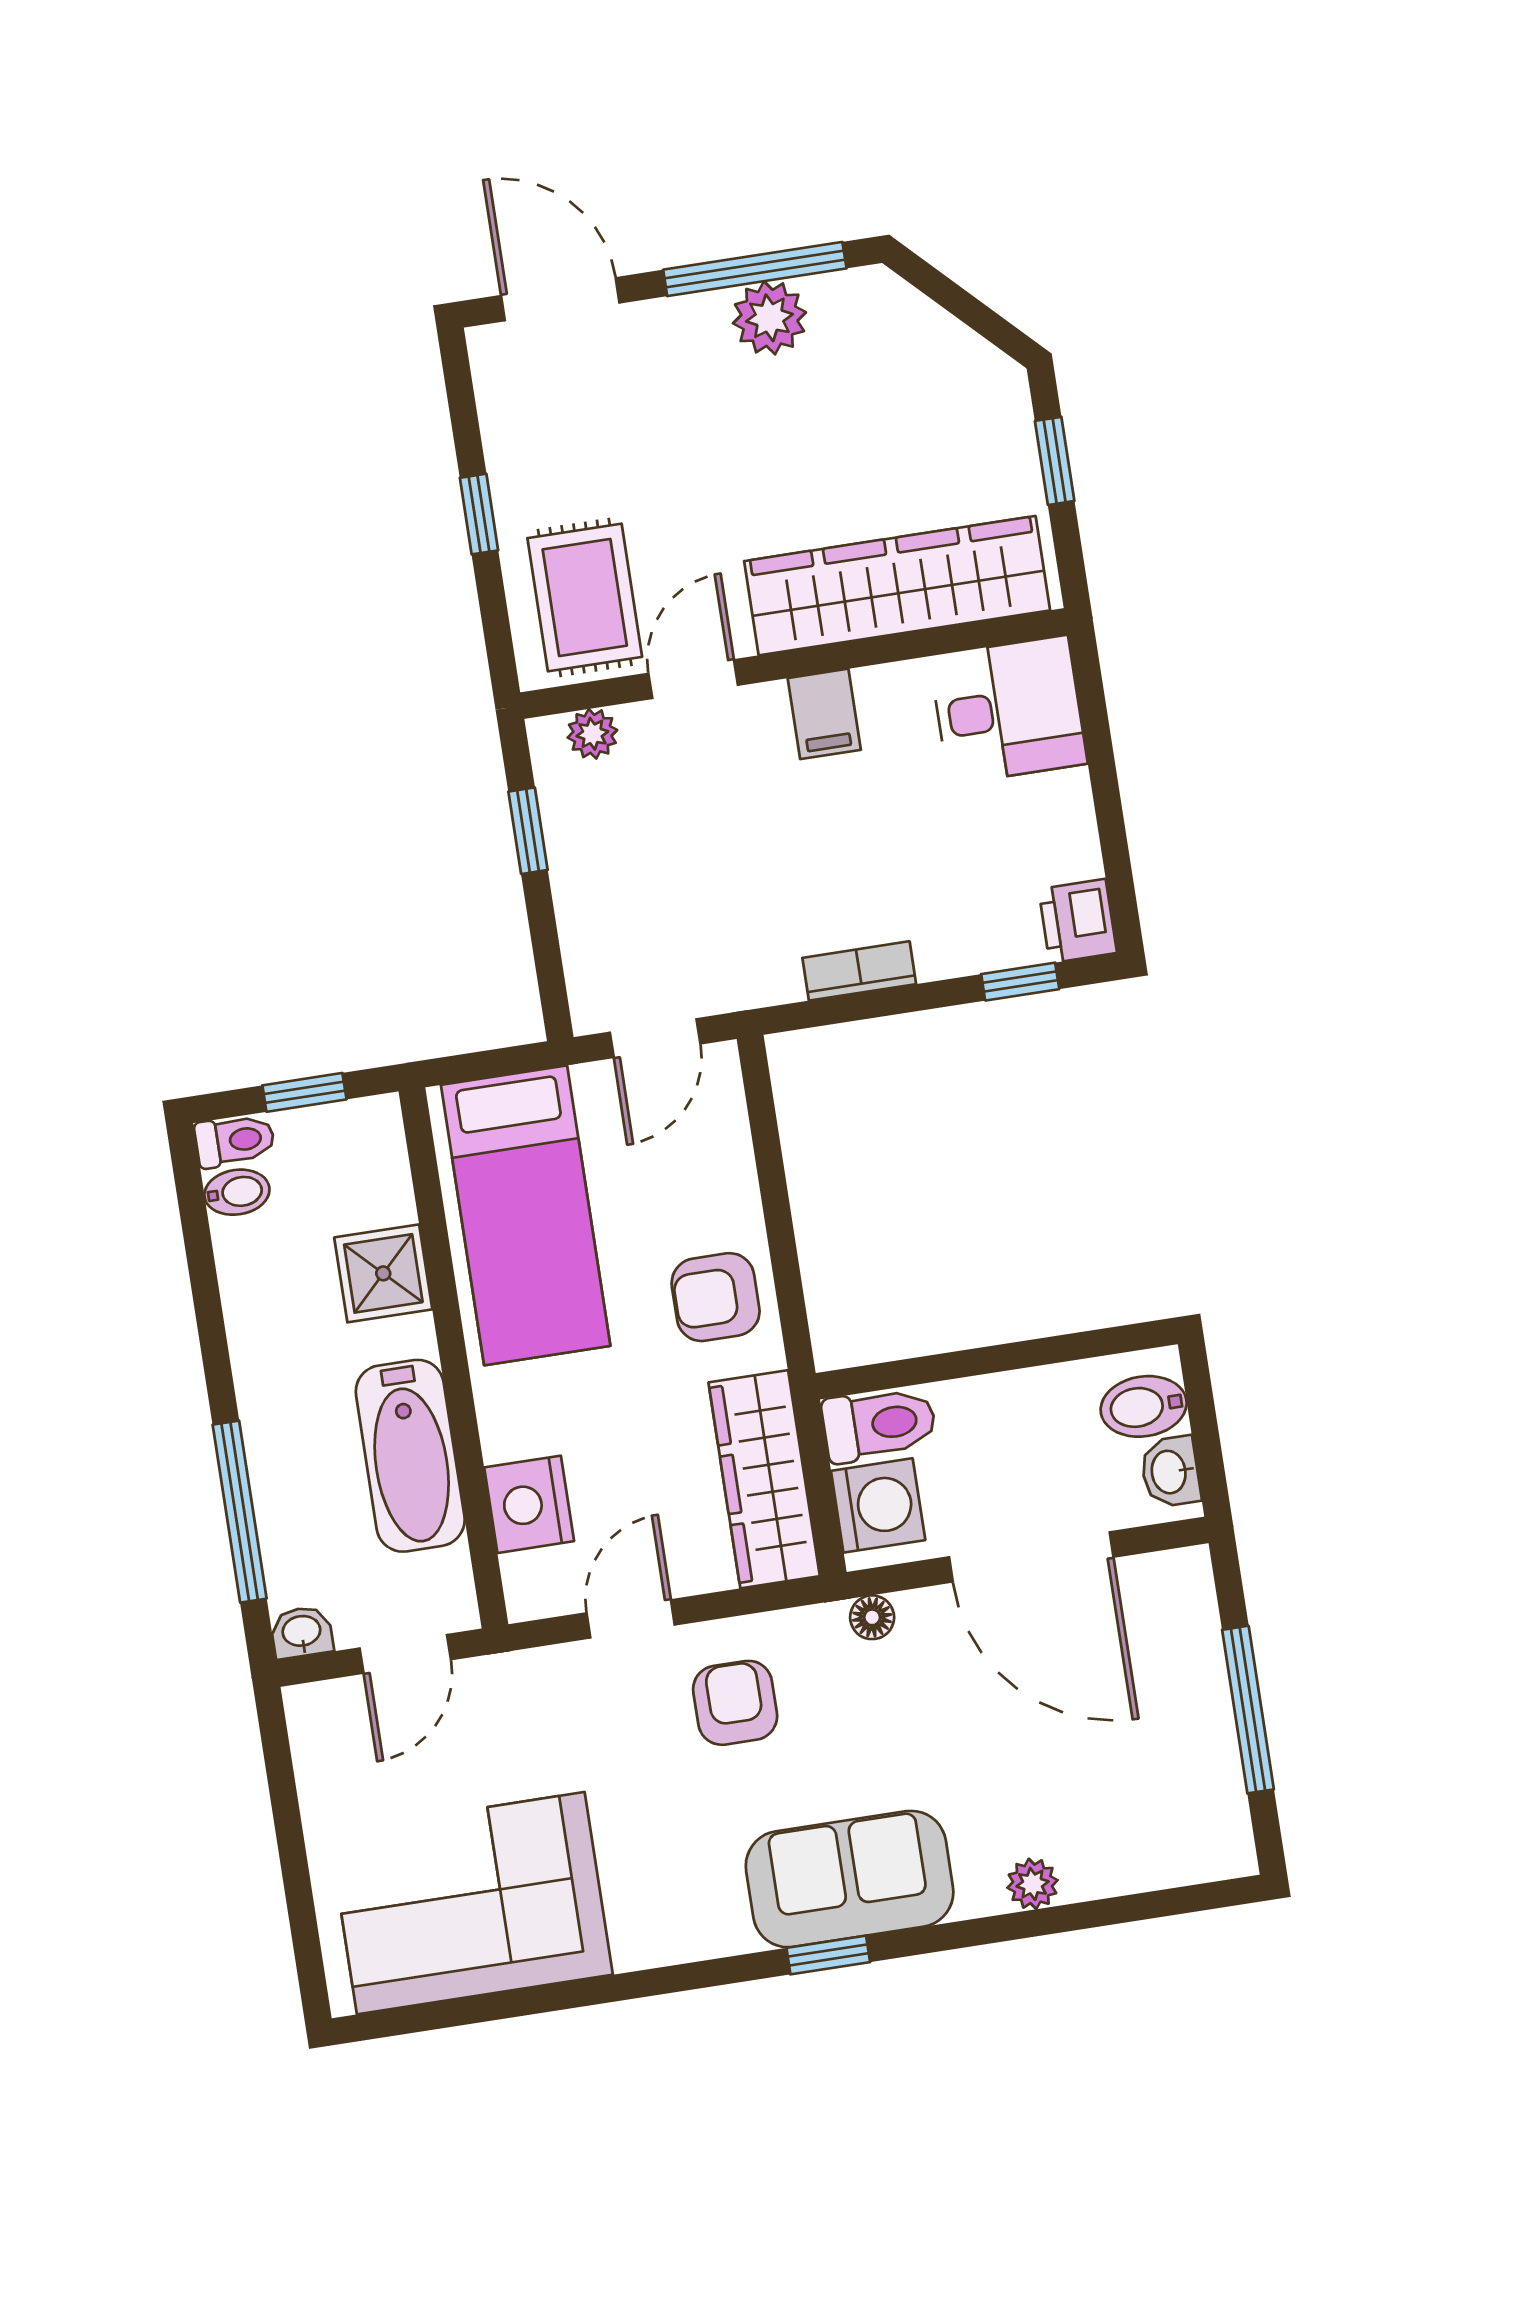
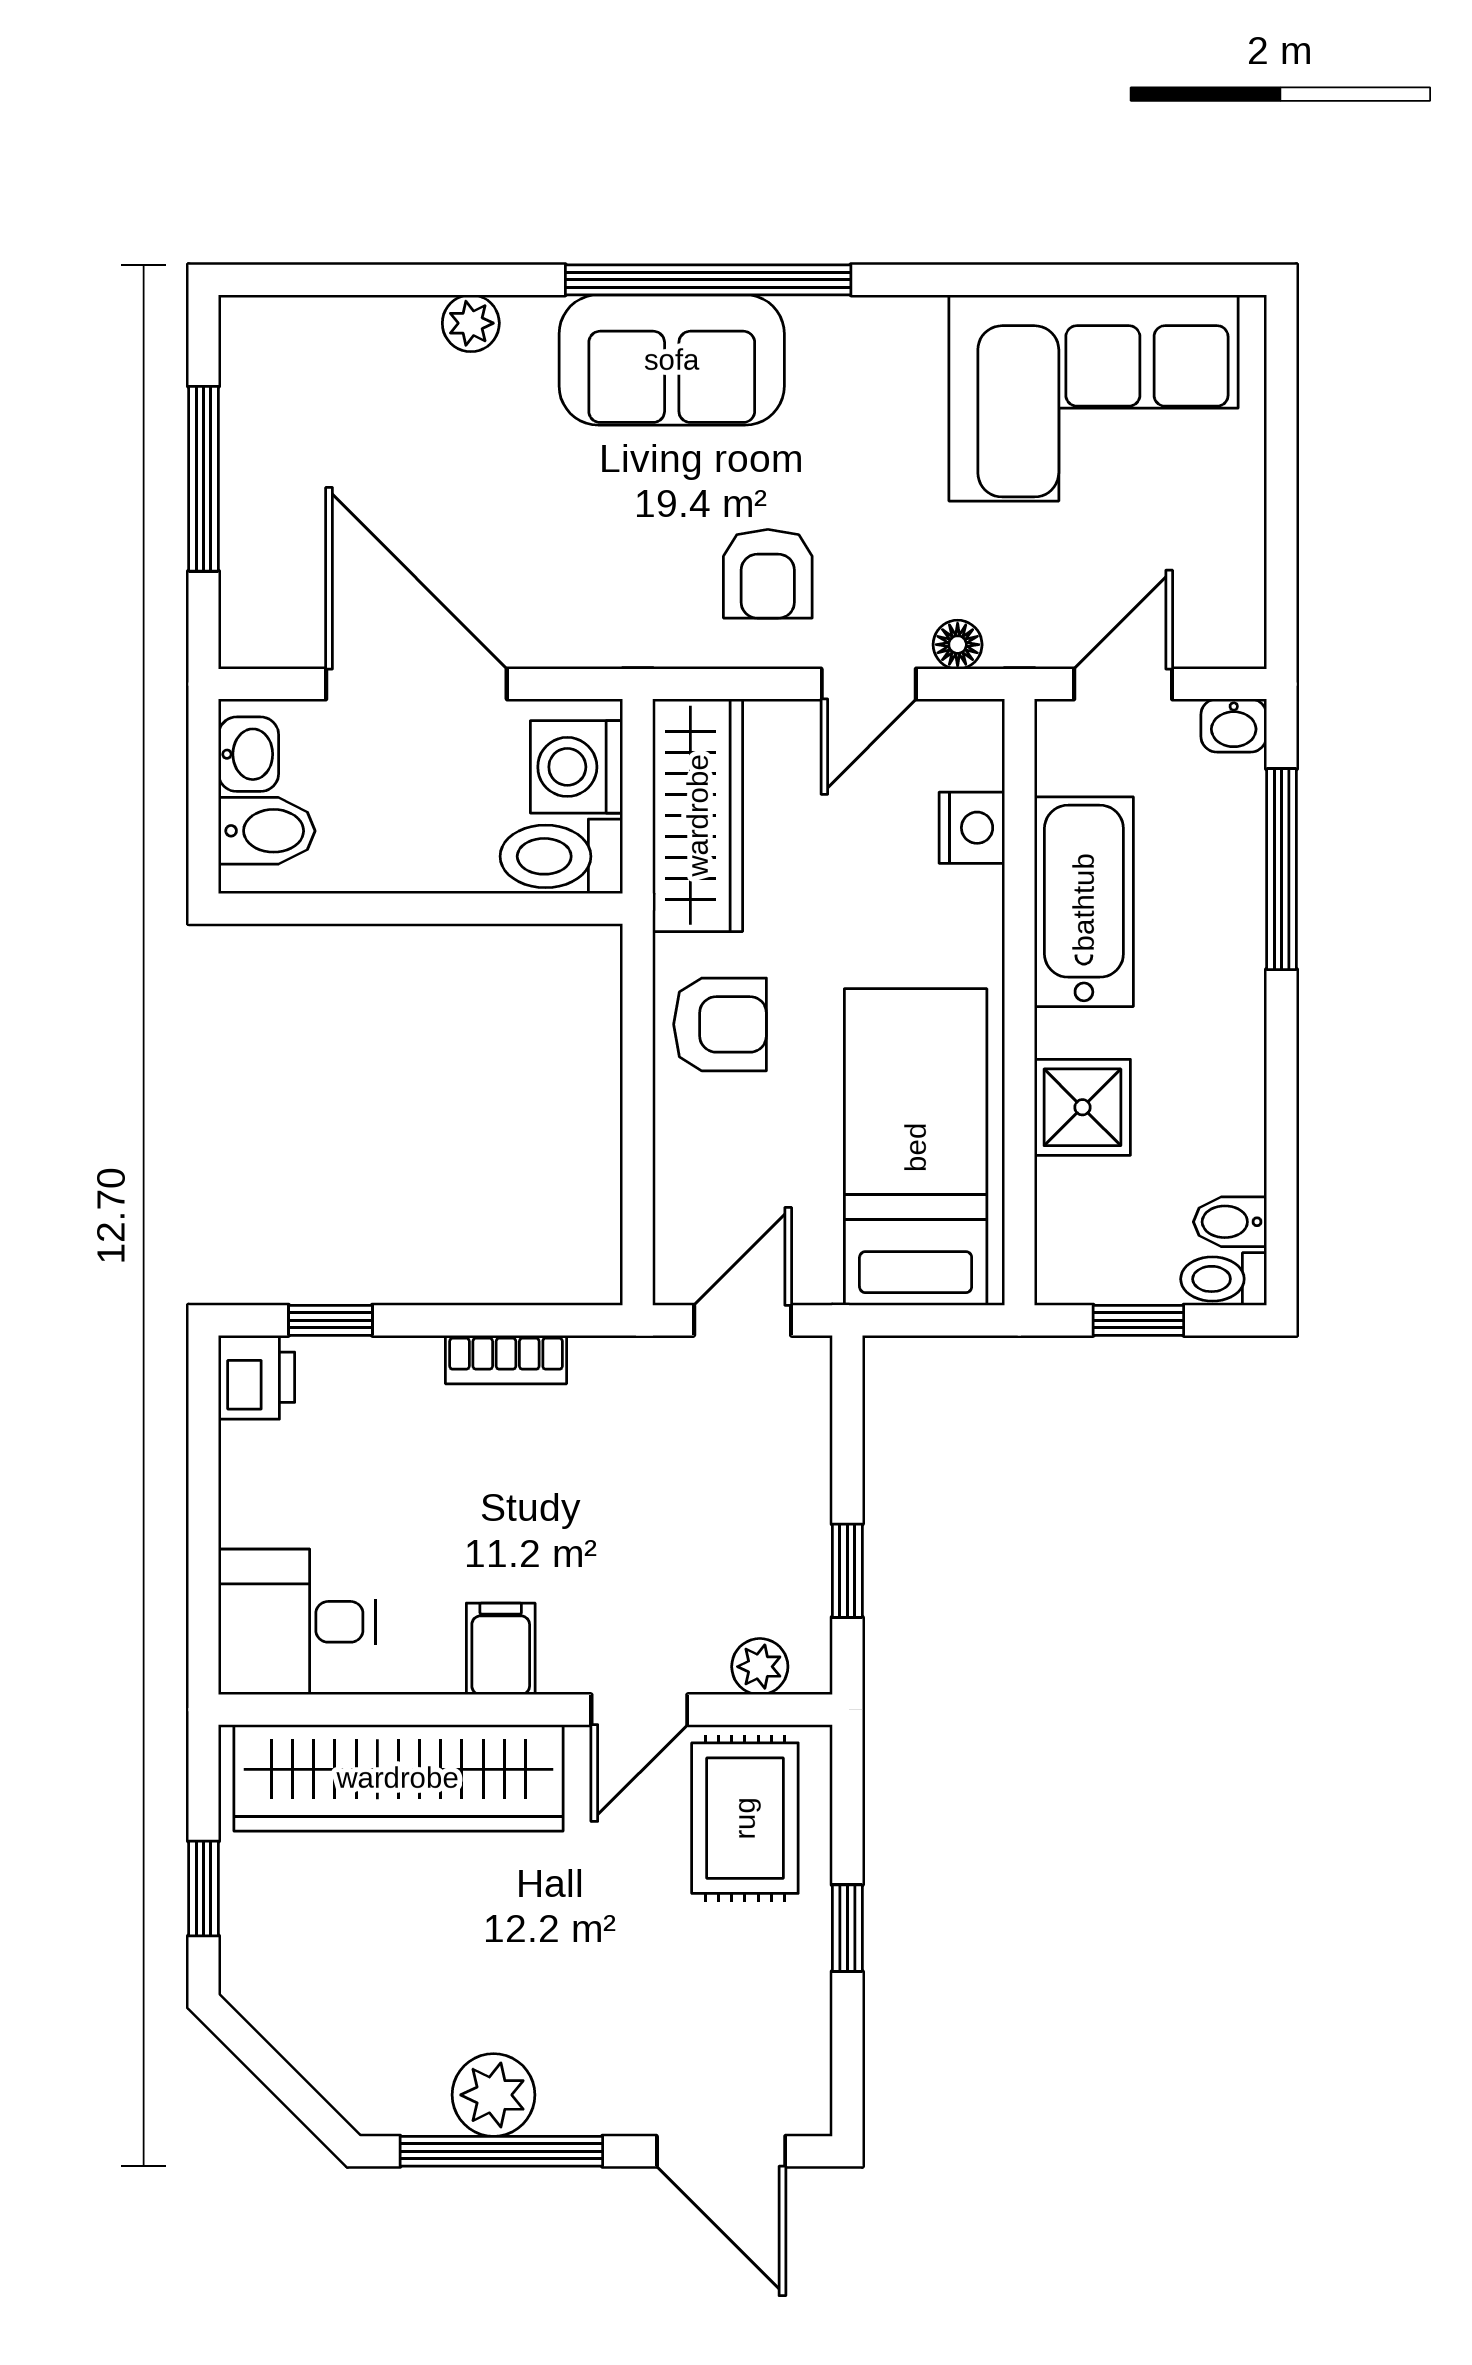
nightstand: (529, 1504) -> (972, 828), width x0.74, depth x0.75
floor lamp: (872, 1617) -> (958, 645), moved
window: (828, 1955) -> (708, 280), width x3.17

